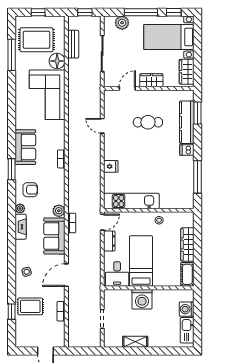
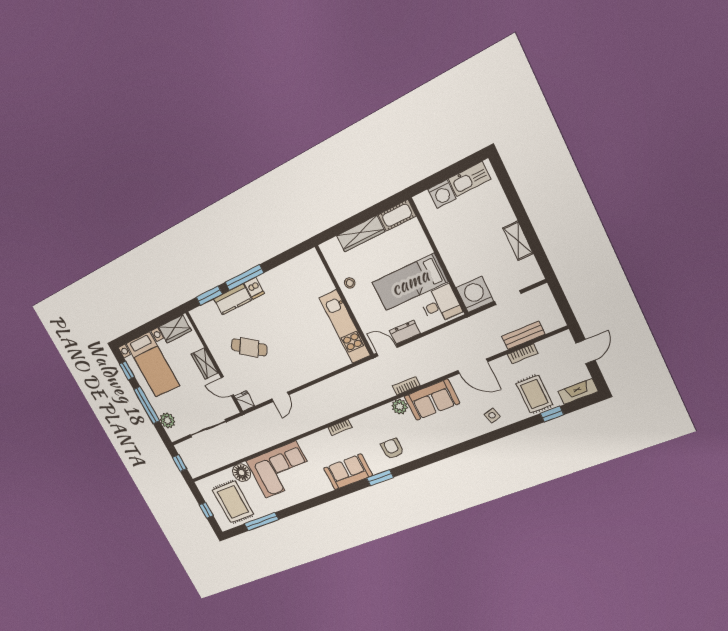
bench: (73, 44) -> (523, 335), moved
cafe table: (148, 122) -> (249, 347), turned -56
kitchen counter: (187, 122) -> (233, 299), width x0.67
fridge: (111, 166) -> (245, 401), moved
window: (198, 177) -> (244, 278), moved
plant: (20, 208) -> (420, 452), removed
fireplace: (21, 227) -> (578, 391), moved
washing machine: (142, 299) -> (475, 294), moved, turned -90

